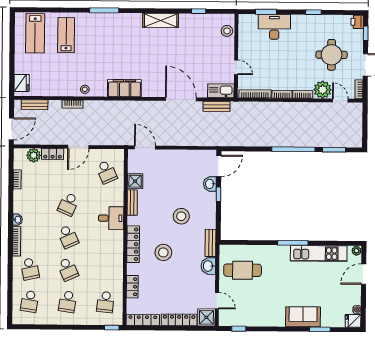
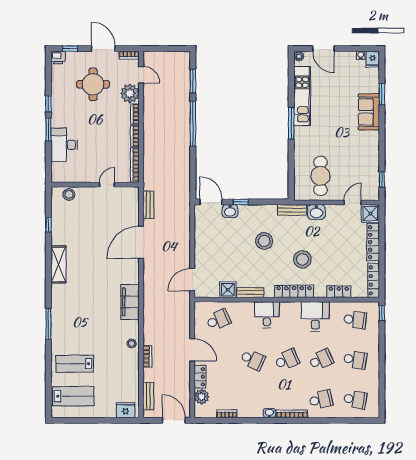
window: (266, 12) -> (48, 130), moved
kitchen sink: (221, 91) -> (132, 200), removed
door: (340, 101) -> (141, 75), swing flipped
desk: (109, 264) -> (315, 317), added

